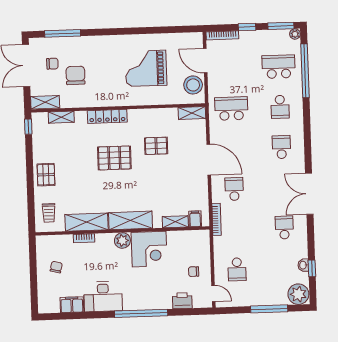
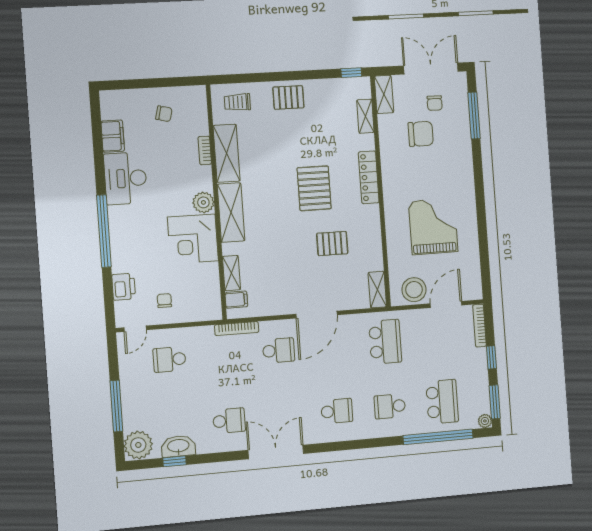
pallet: (156, 146) -> (332, 244), turned 90
washbasin: (303, 265) -> (178, 446), width x1.91, depth x1.45

